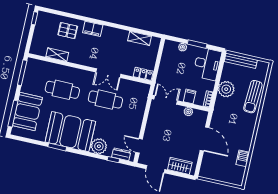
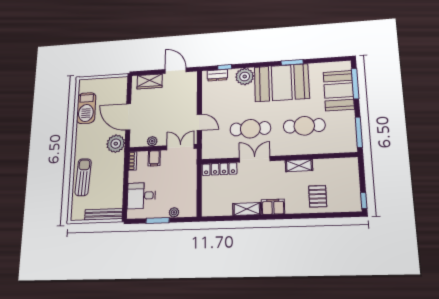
filing cabinet: (93, 29) -> (273, 207), moved
pallet: (68, 31) -> (318, 196), turned 90
shelving: (140, 38) -> (247, 209), moved
shelving: (57, 55) -> (299, 165), moved
desk: (207, 64) -> (141, 196), width x0.73
locker: (143, 74) -> (219, 169), width x1.53
plant: (226, 89) -> (116, 144), moved
double door: (166, 100) -> (181, 147), swing flipped
door: (139, 146) -> (199, 122), moved
barbecue: (243, 158) -> (86, 108), width x1.88, depth x1.53

